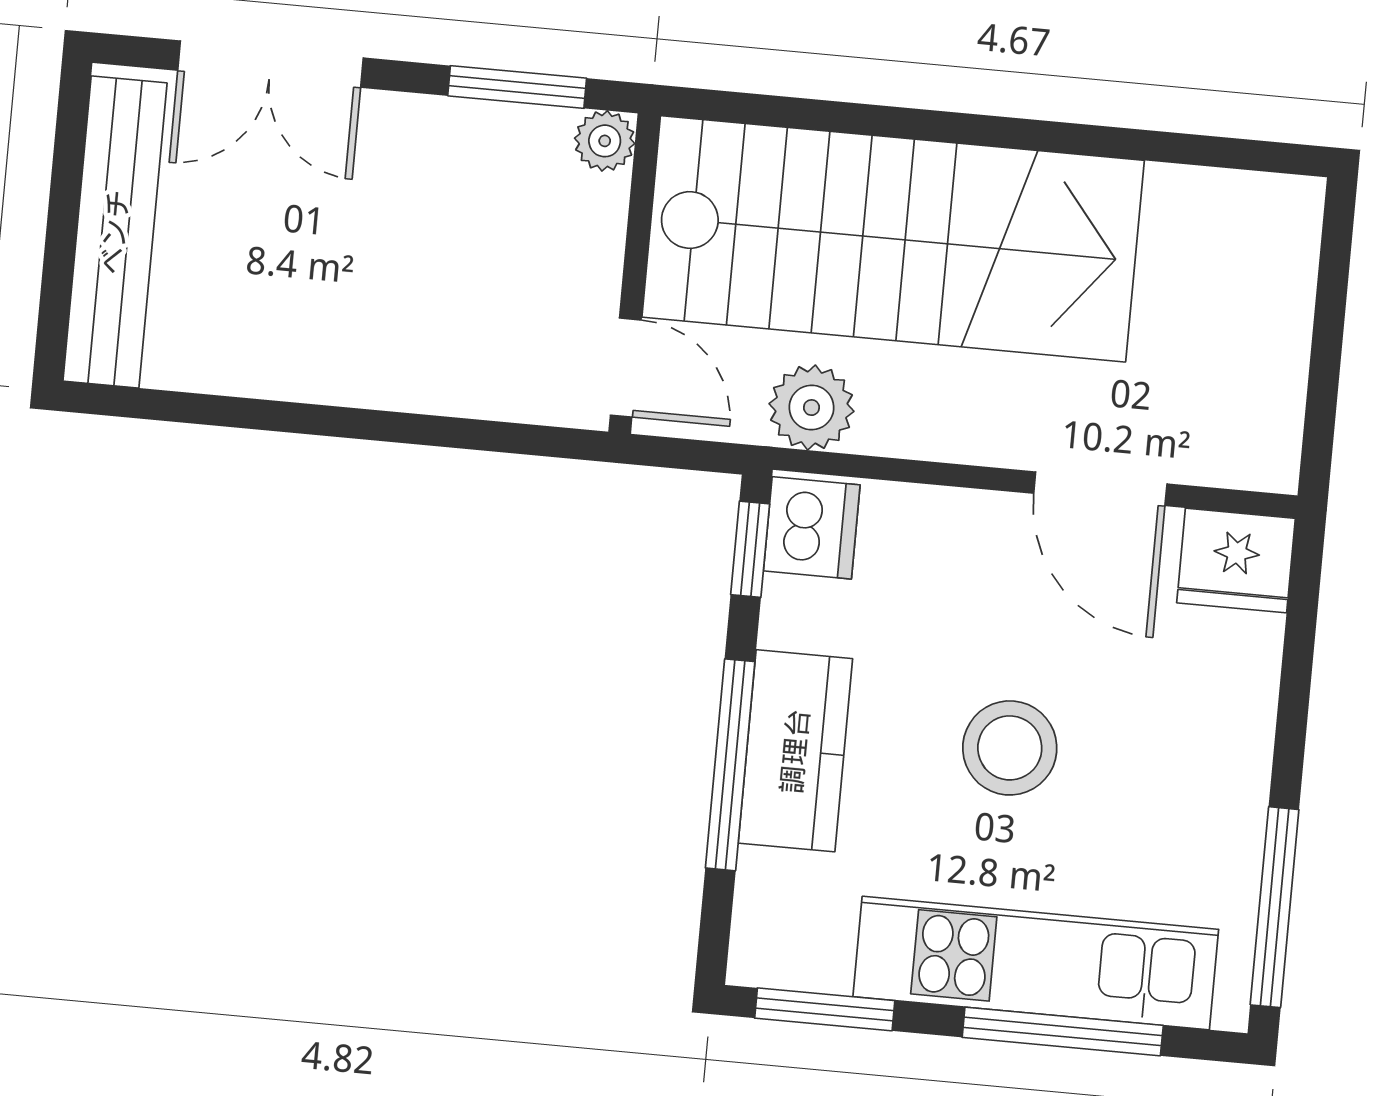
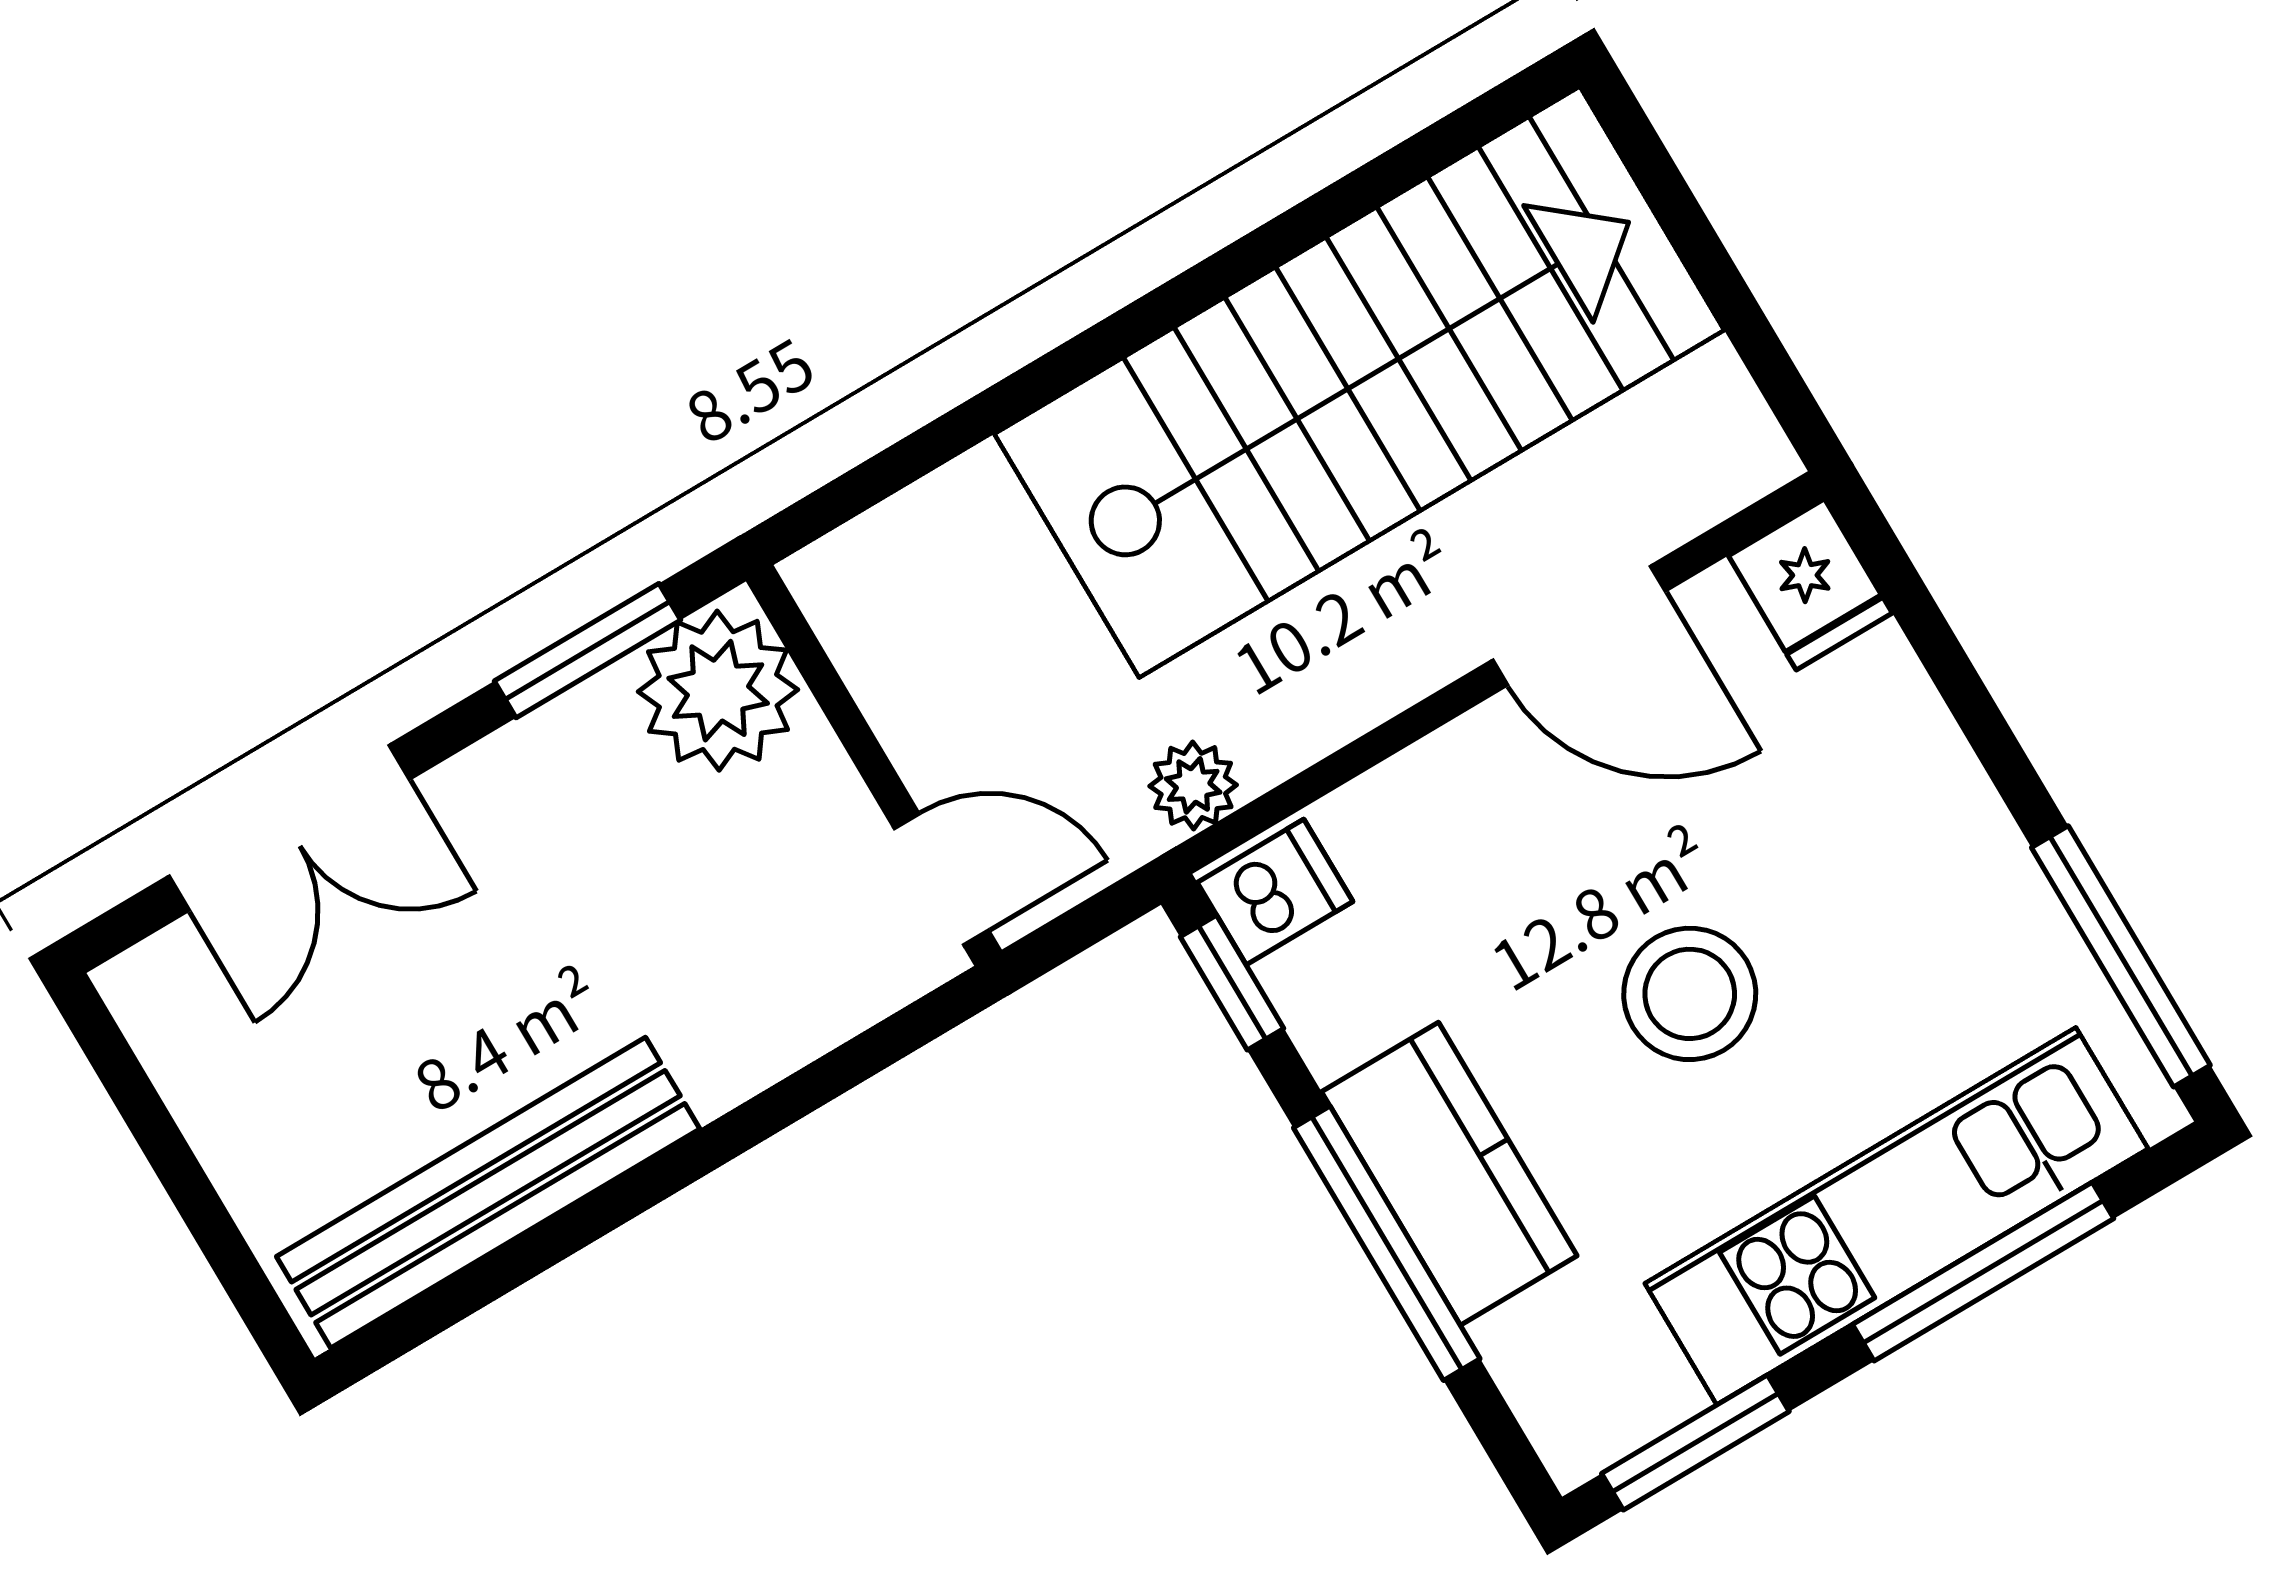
plant: (605, 141) -> (718, 691), width x1.87, depth x1.87
bench: (115, 232) -> (488, 1193), moved, turned 90
stairs: (893, 239) -> (1359, 382), moved
plant: (811, 408) -> (1193, 785), width x0.73, depth x0.73
dishwasher: (812, 528) -> (1275, 892), width x0.73
fridge: (1236, 561) -> (1810, 584), width x0.72

